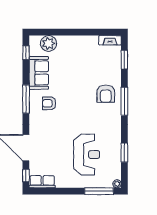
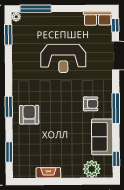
fireplace: (110, 40) -> (48, 173), moved
window: (124, 101) -> (9, 107), width x0.69
window: (124, 153) -> (8, 35), moved
reception desk: (87, 155) -> (63, 58), moved, turned -90

